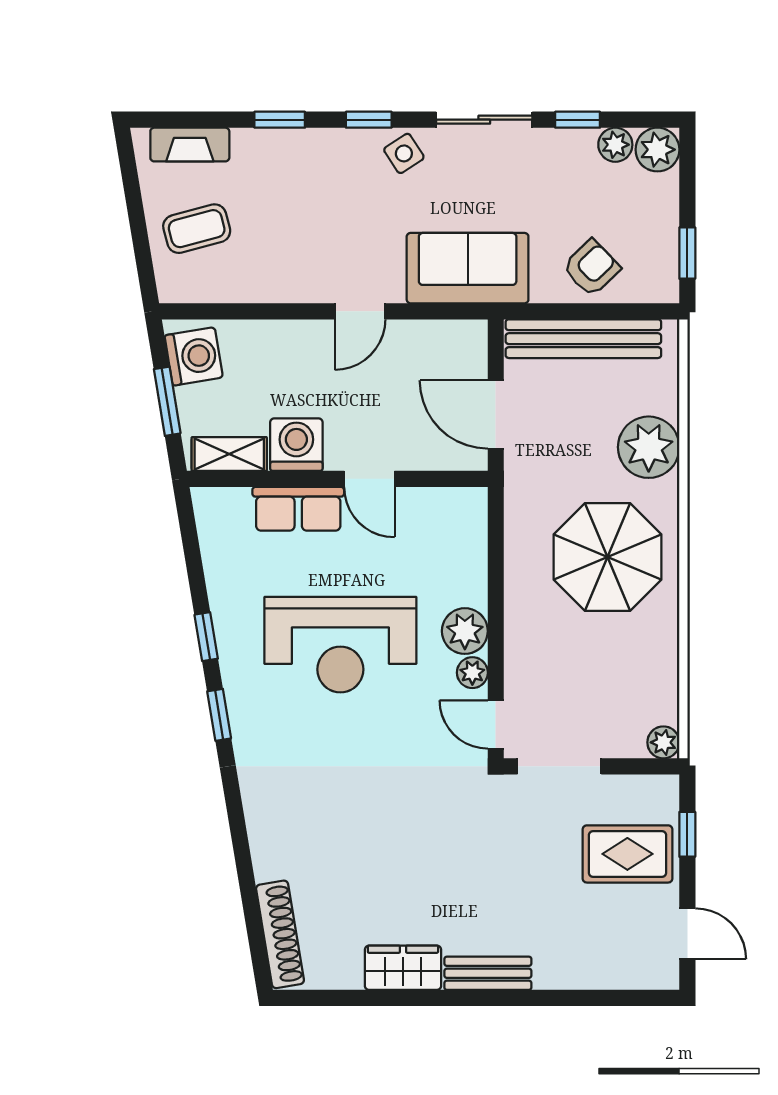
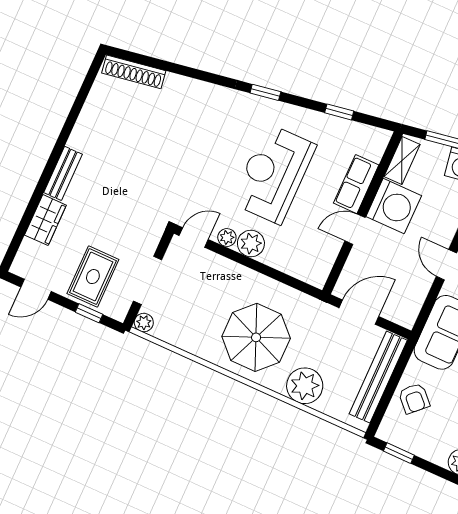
washing machine: (296, 445) -> (394, 206), width x1.37, depth x1.37
window: (206, 637) -> (339, 112), moved
doorway: (559, 766) -> (147, 280), moved
wardrobe: (403, 968) -> (45, 220), moved

